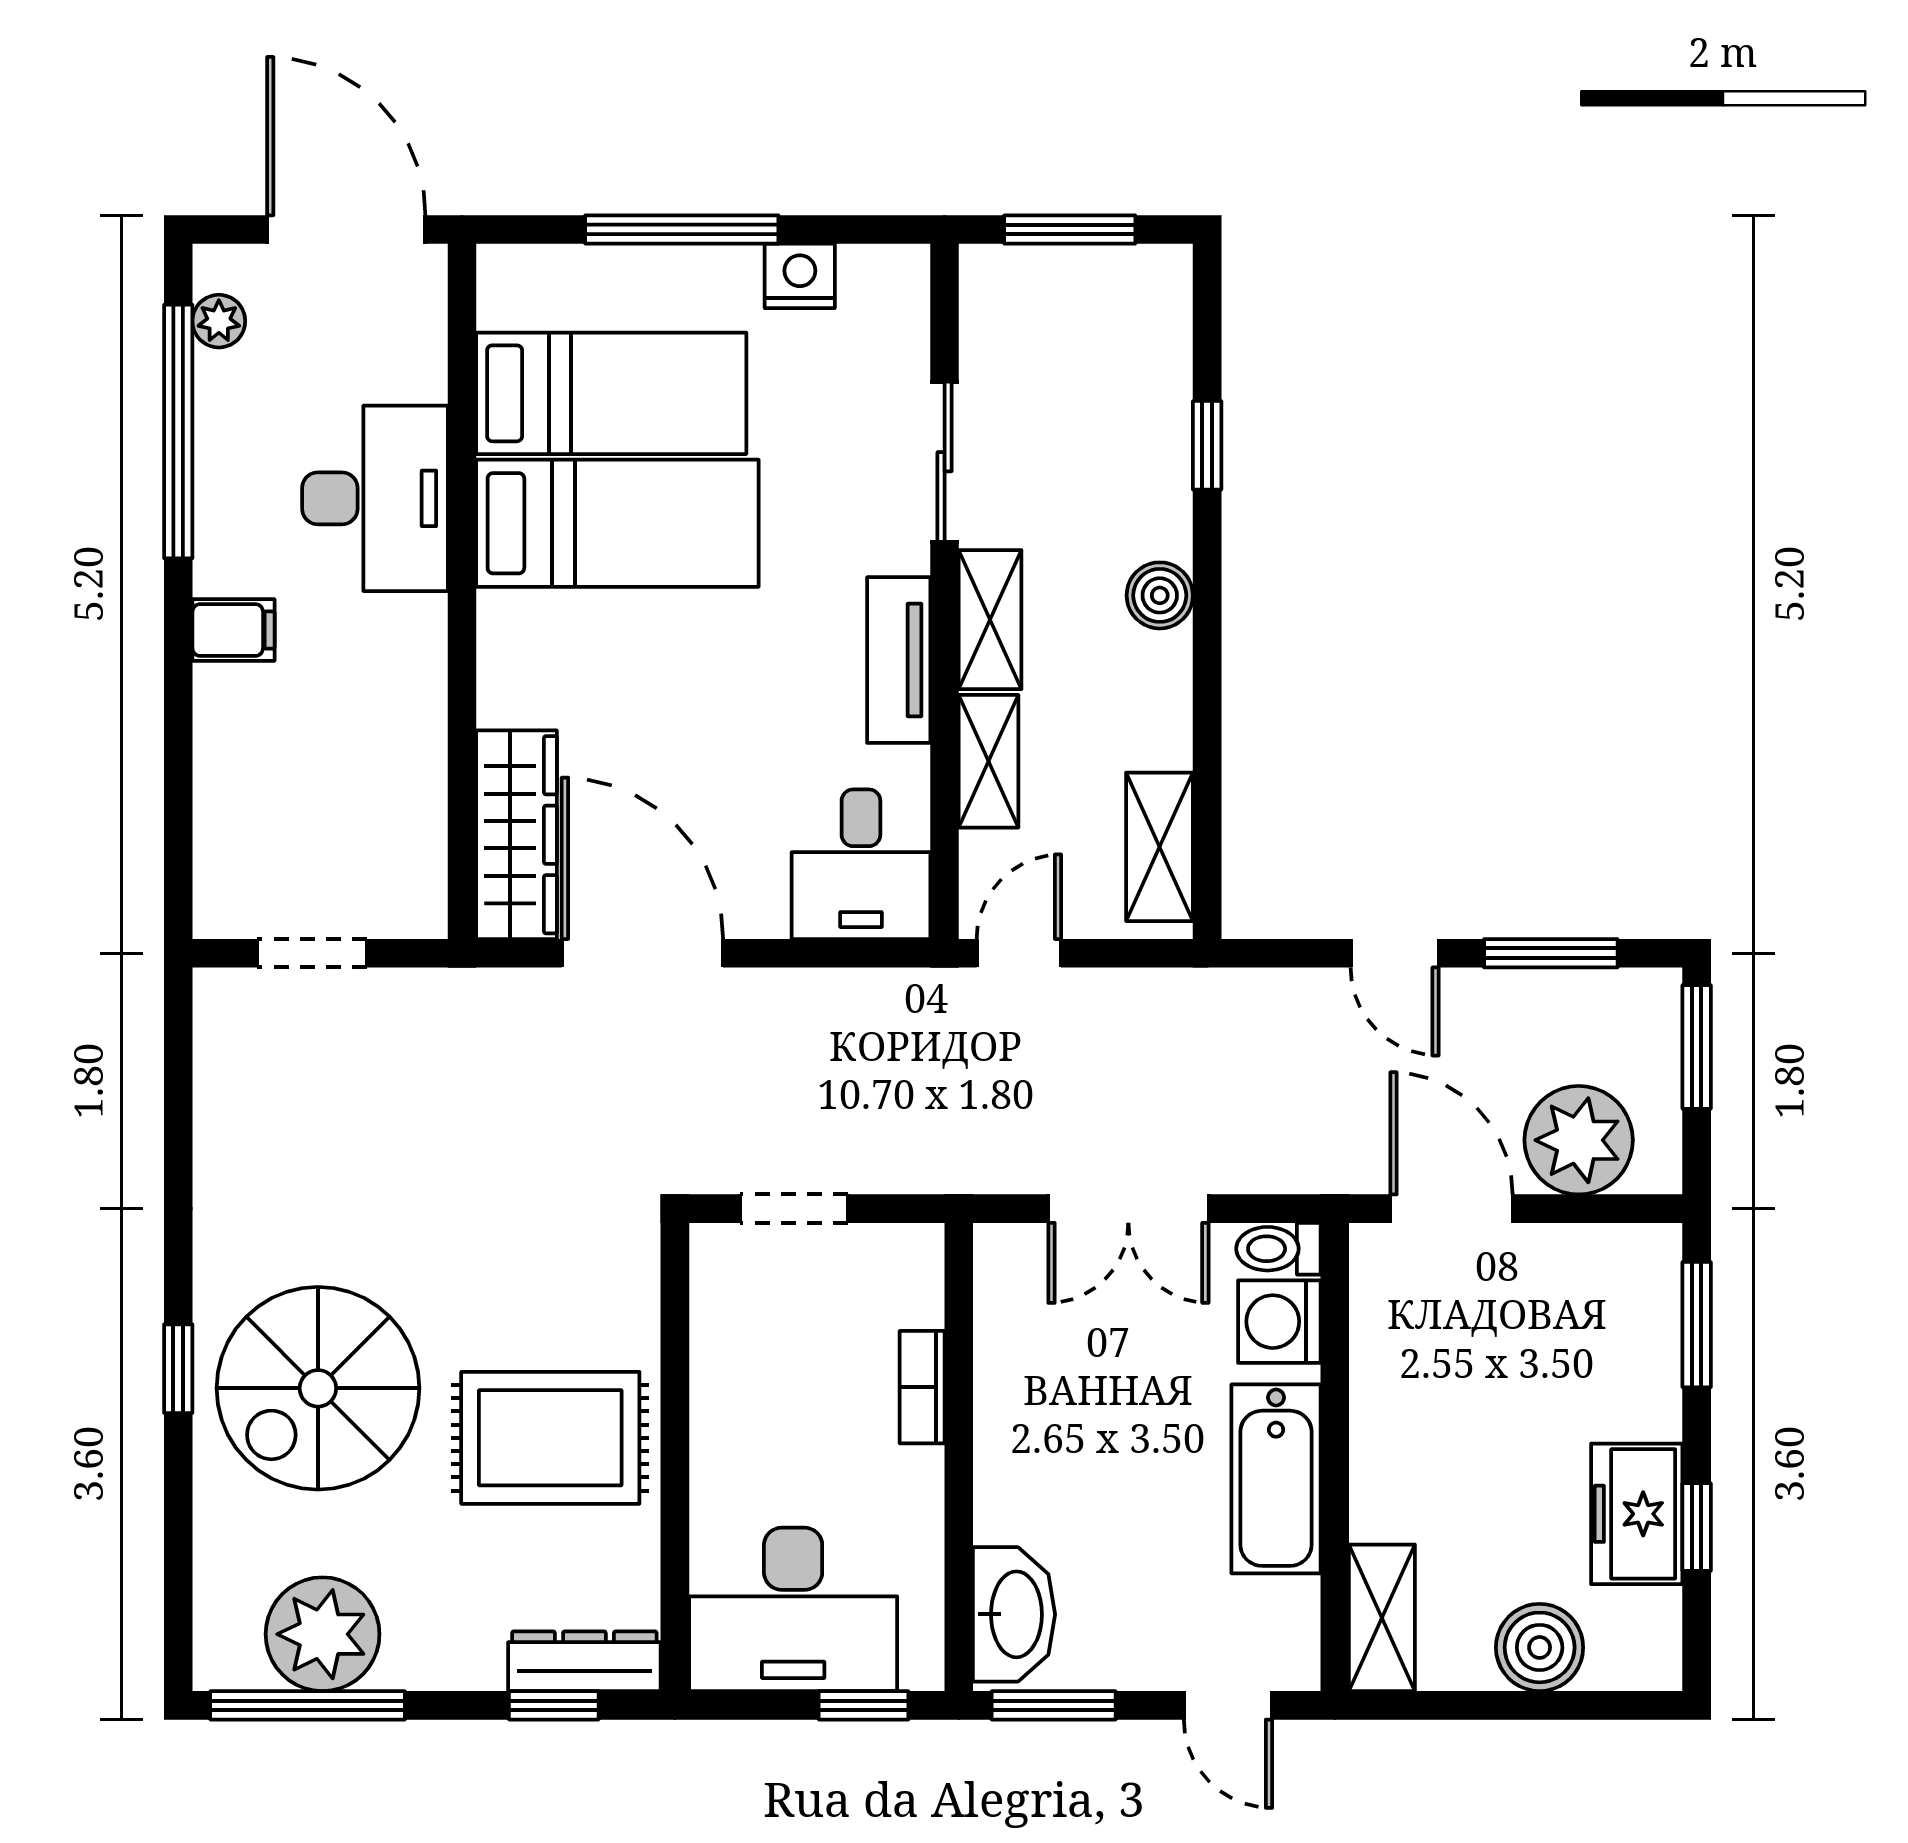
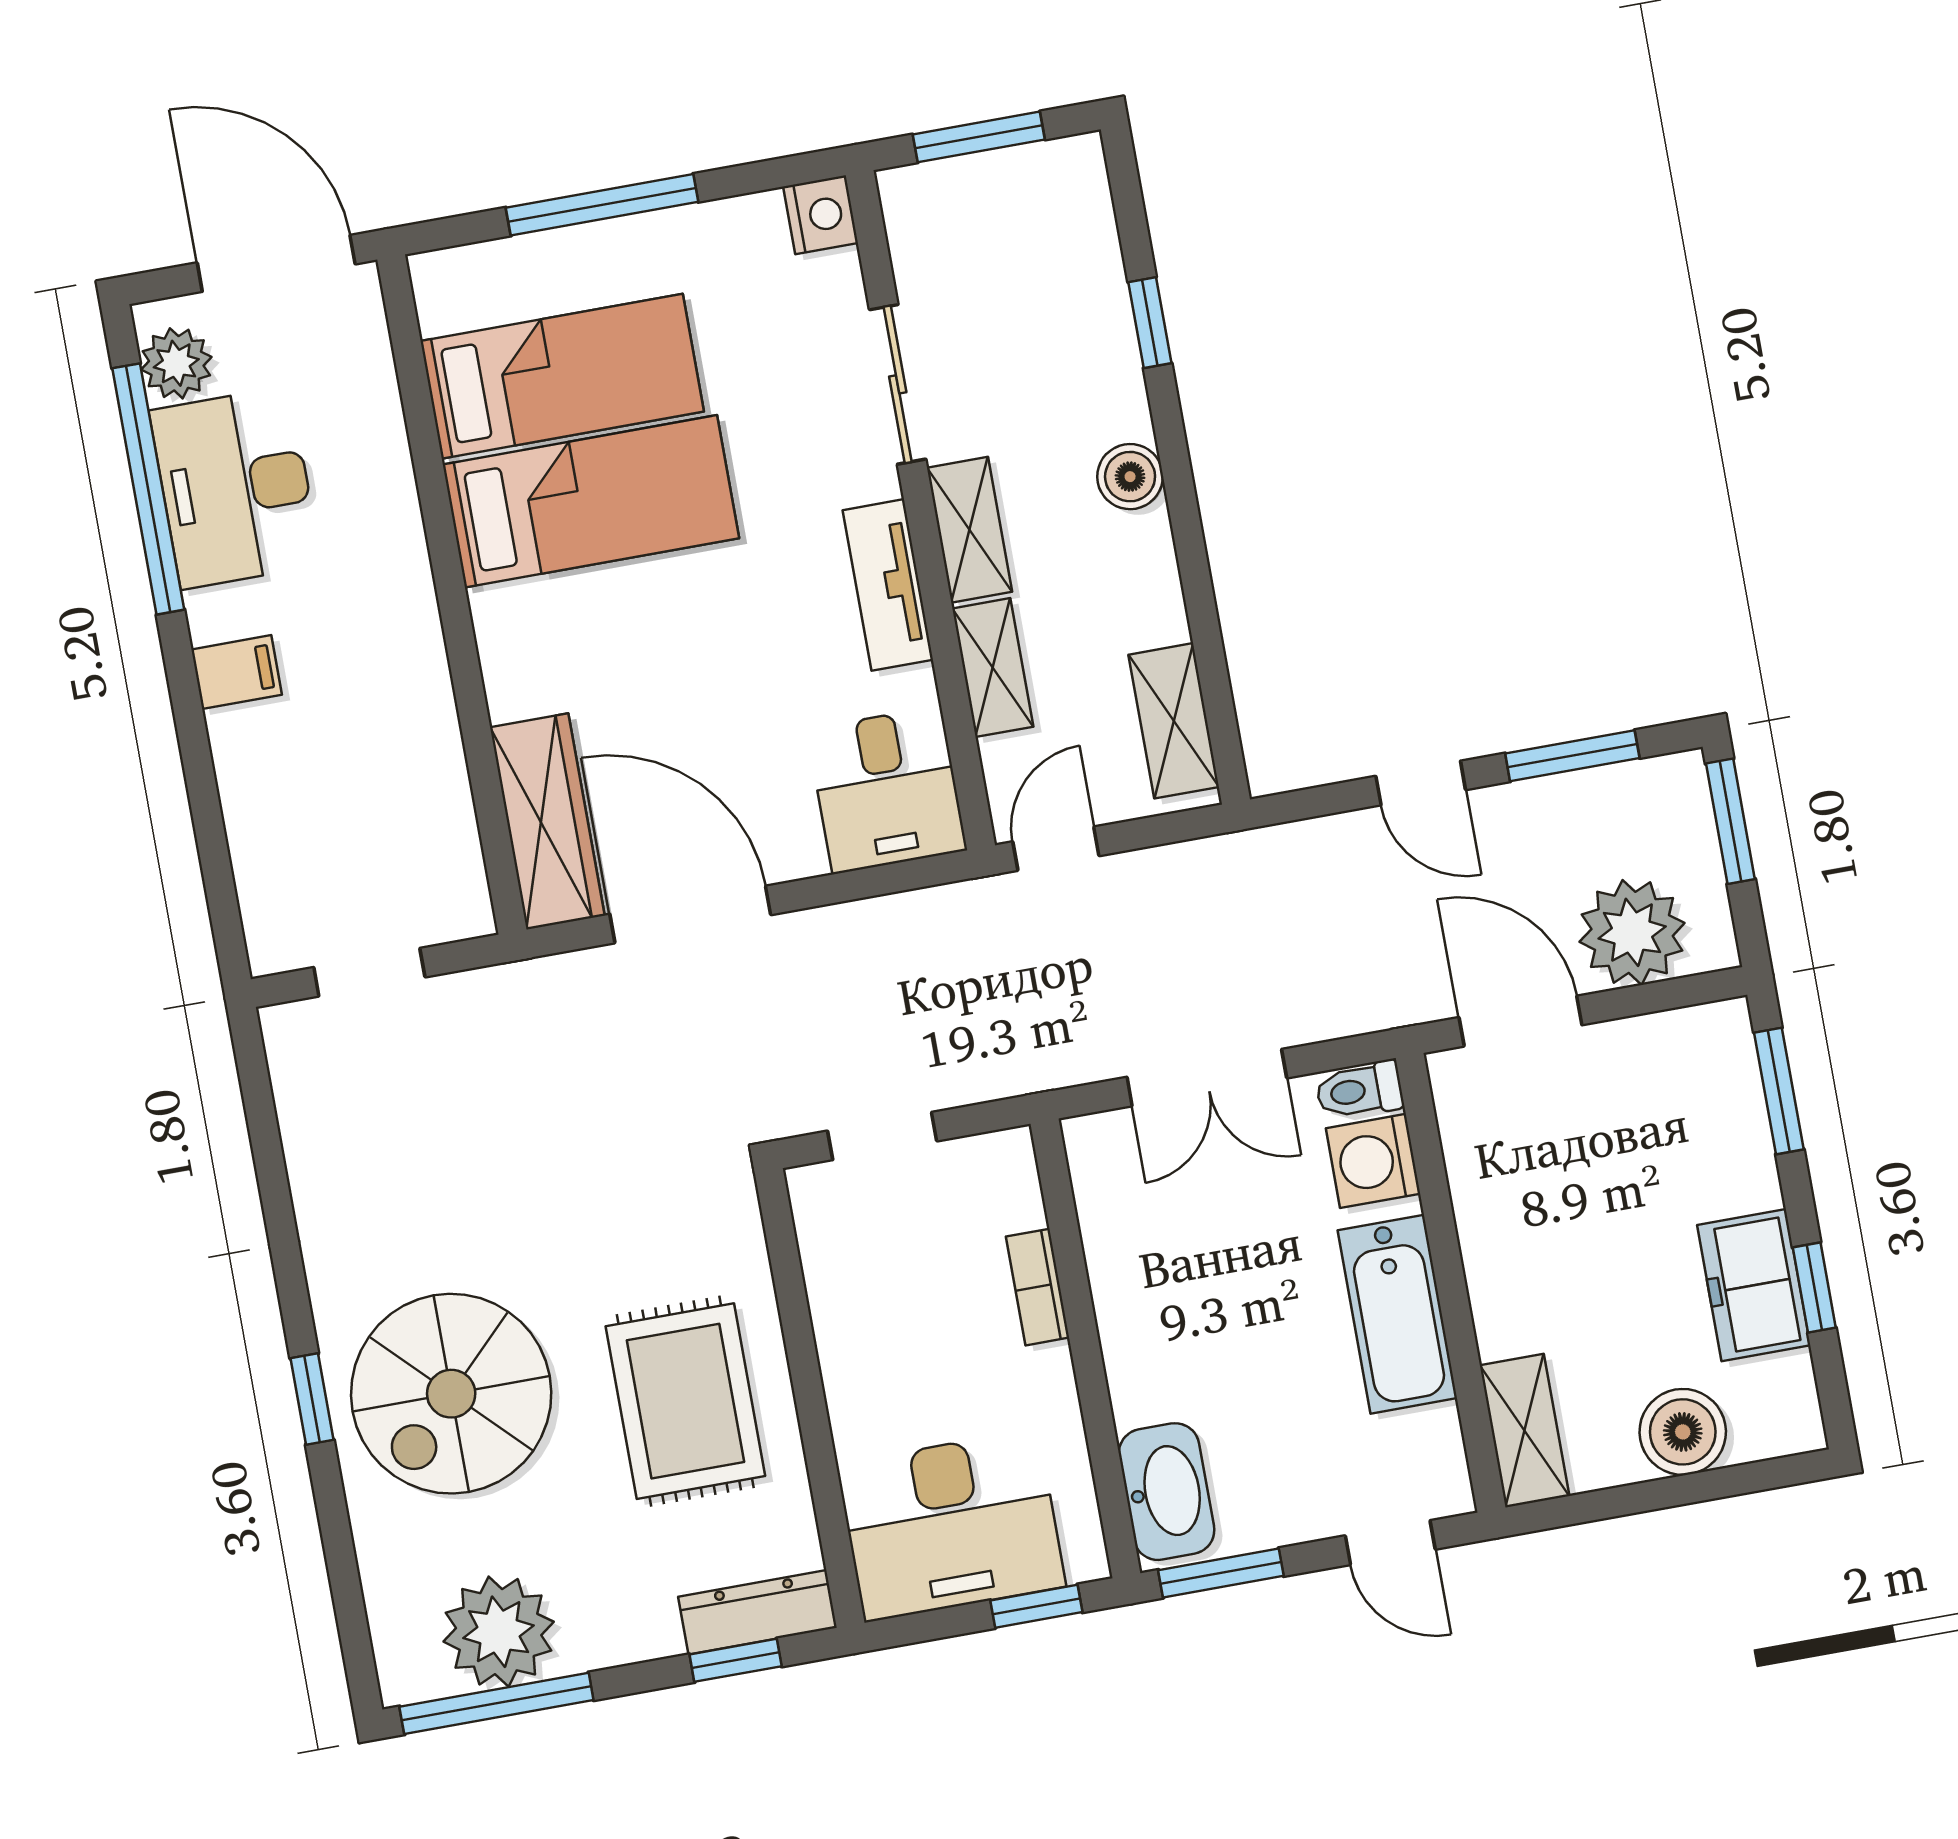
nightstand: (800, 276) -> (821, 215), moved, turned 90
plant: (219, 321) -> (176, 363), width x1.38, depth x1.38
desk: (375, 498) -> (235, 488), moved, turned 180
rug: (550, 1438) -> (685, 1401), turned 90

